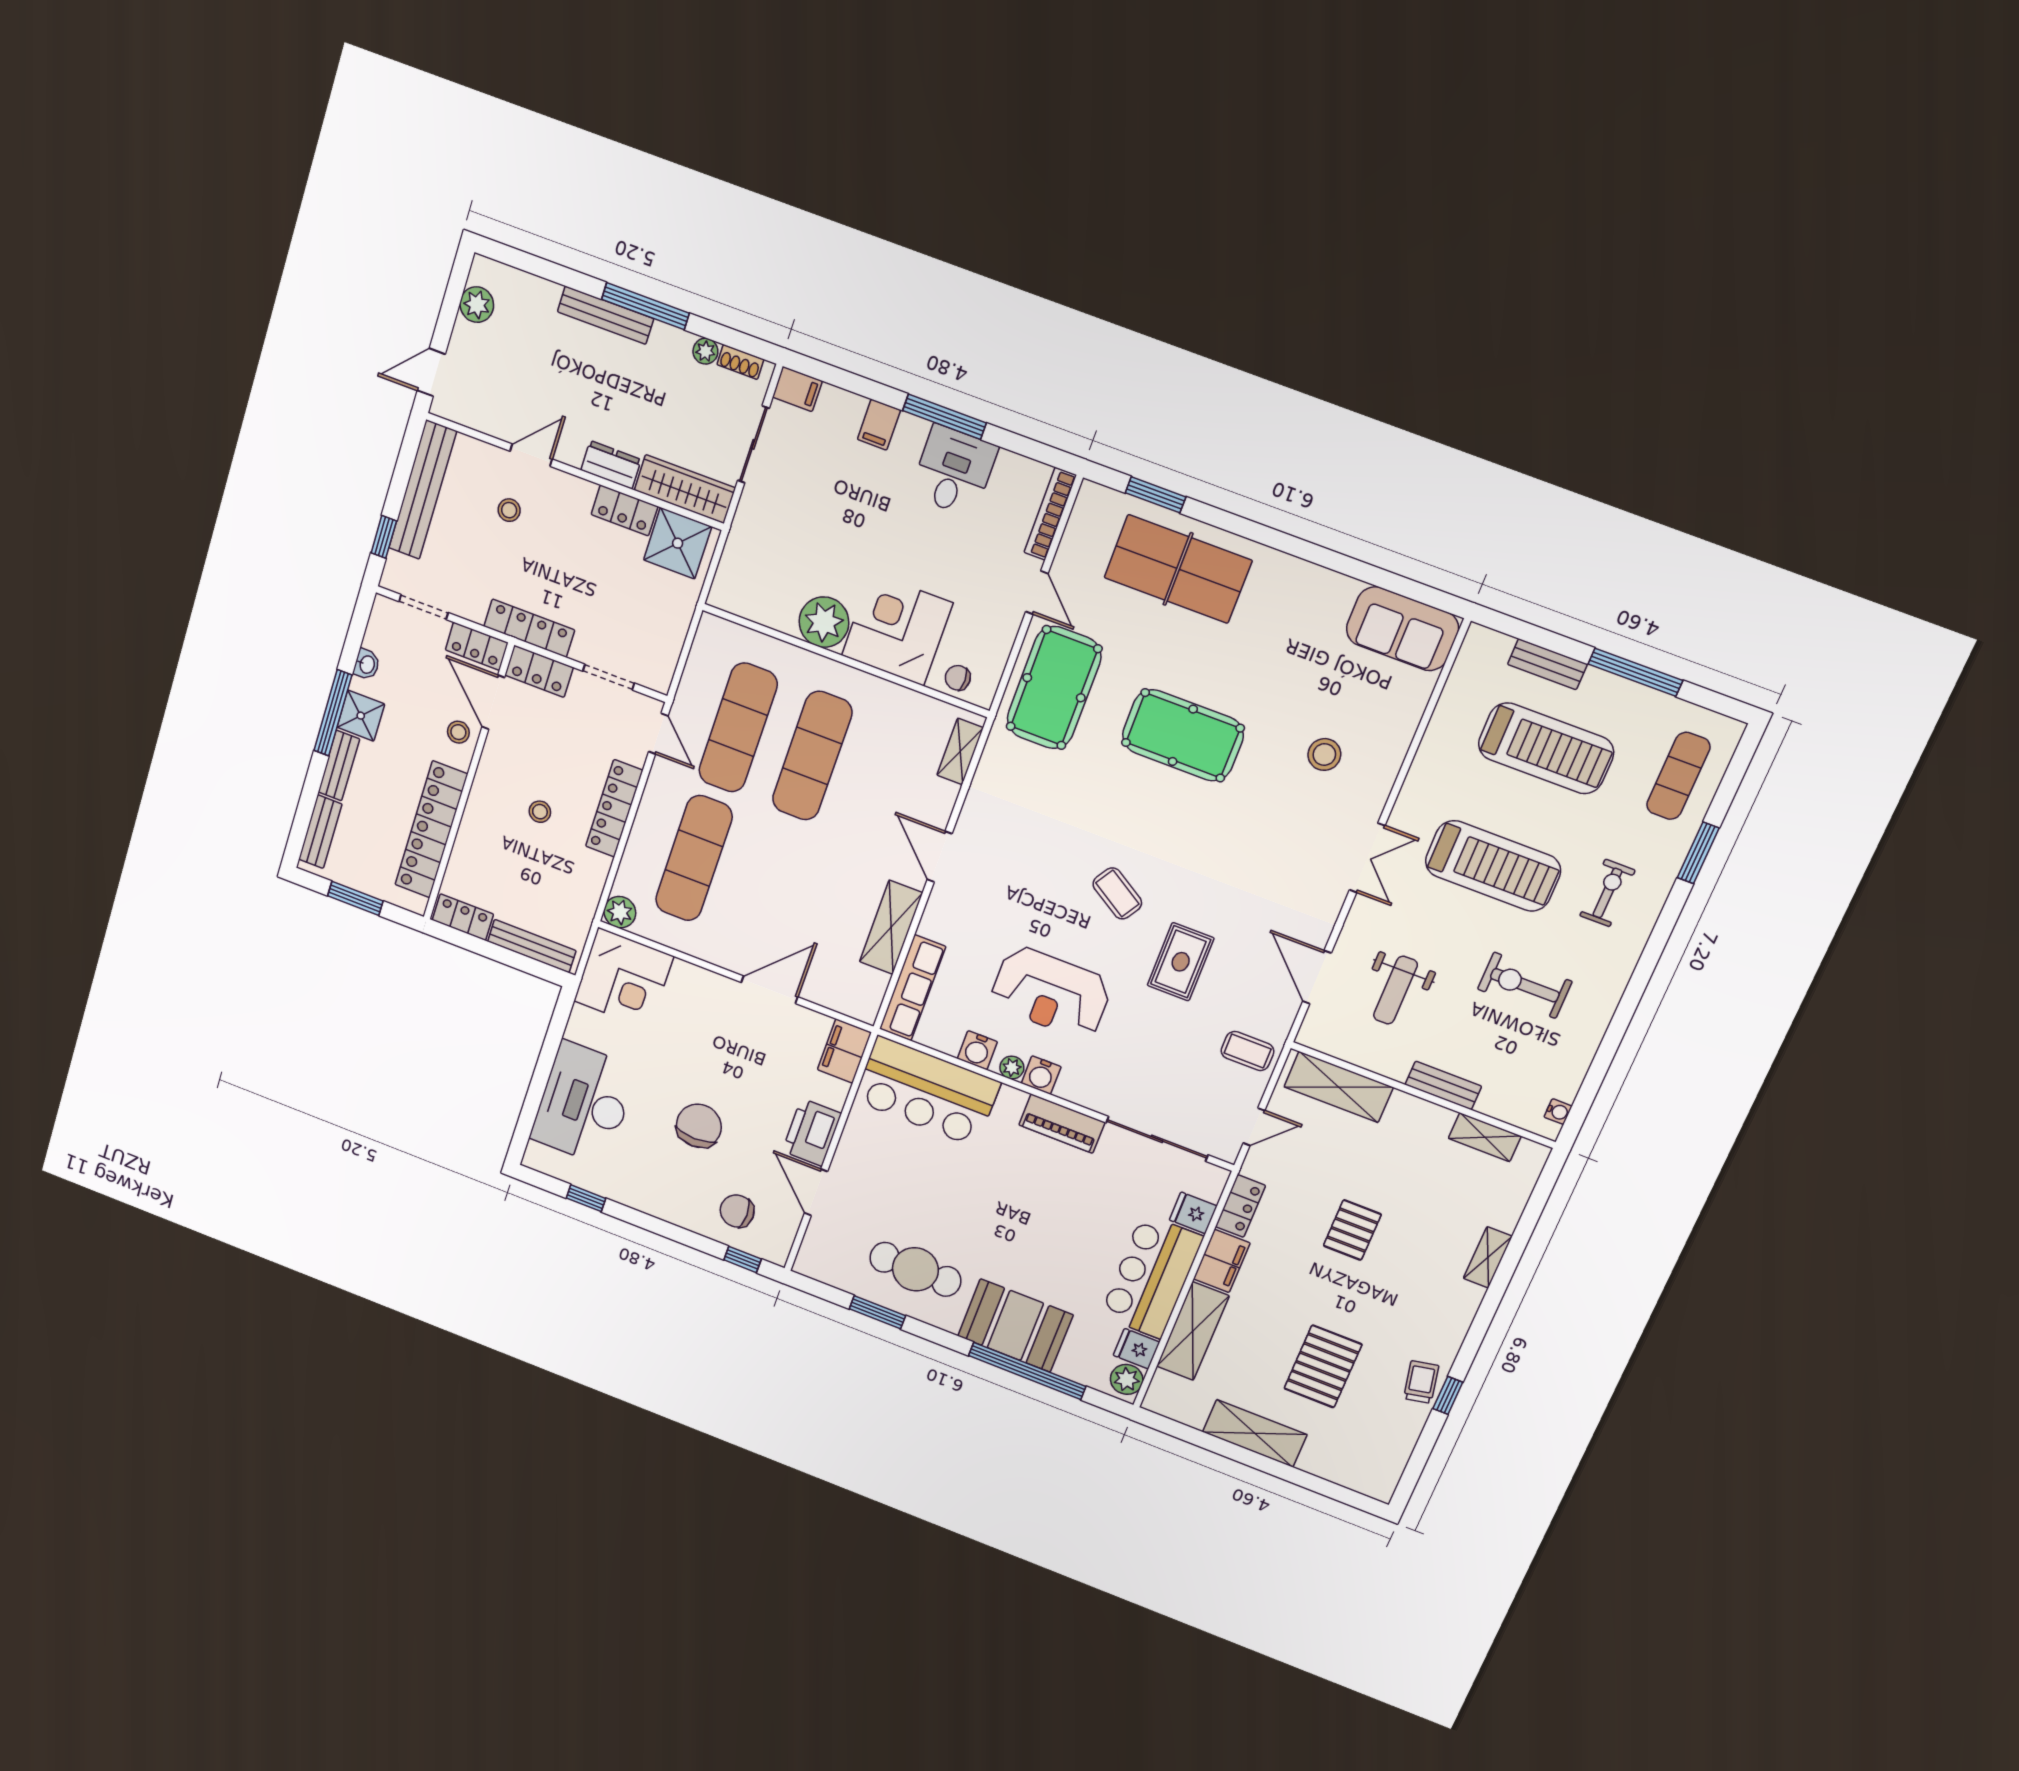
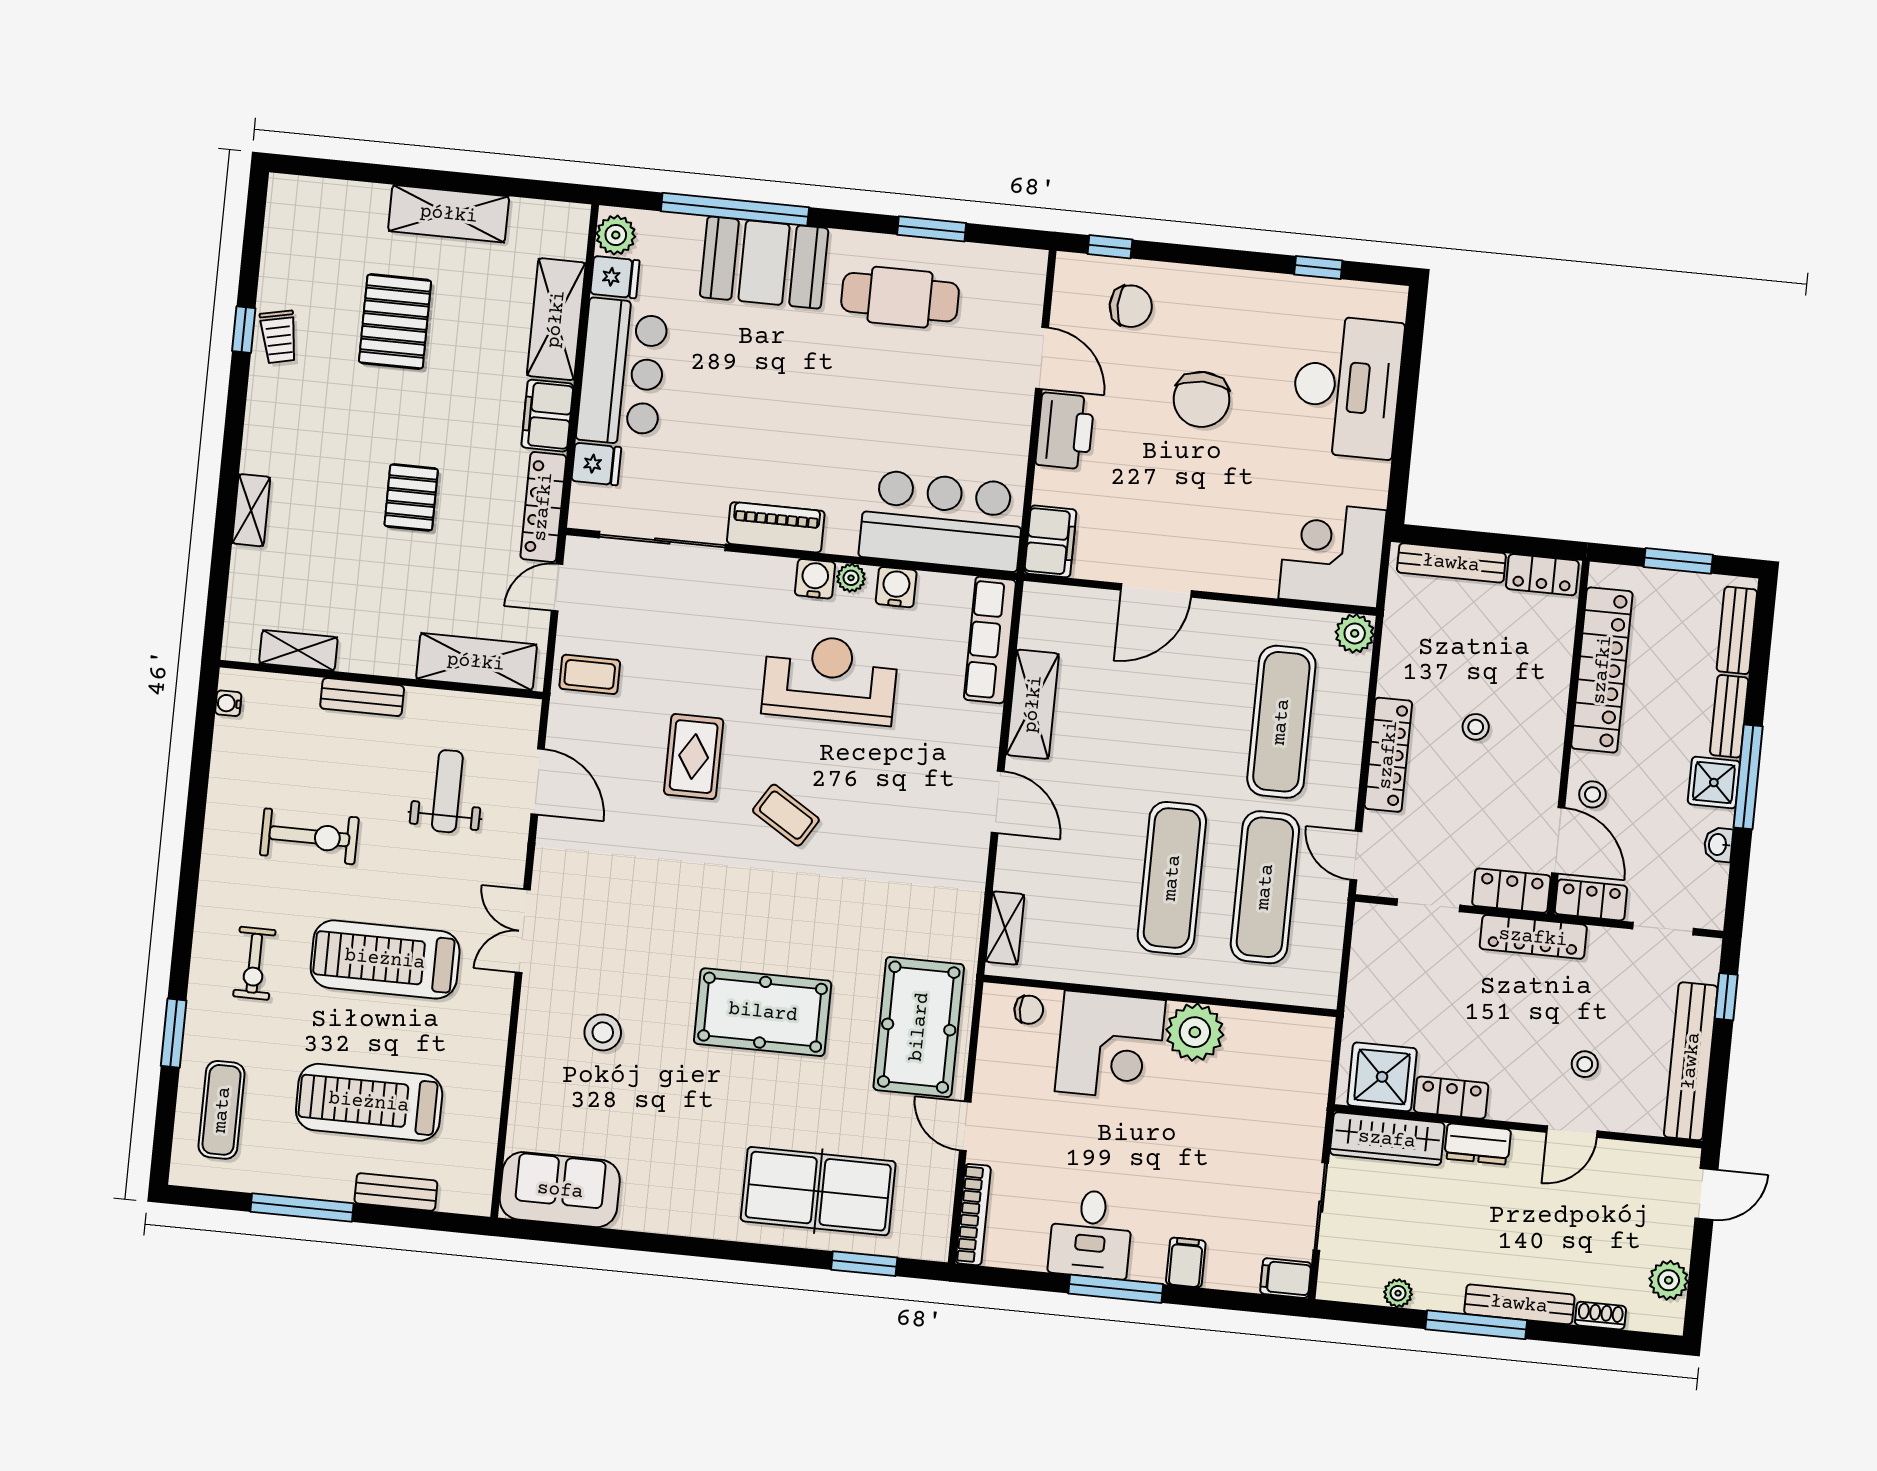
shoe rack: (740, 362) -> (1600, 1316), moved
locker: (1240, 1206) -> (543, 507), width x1.53

